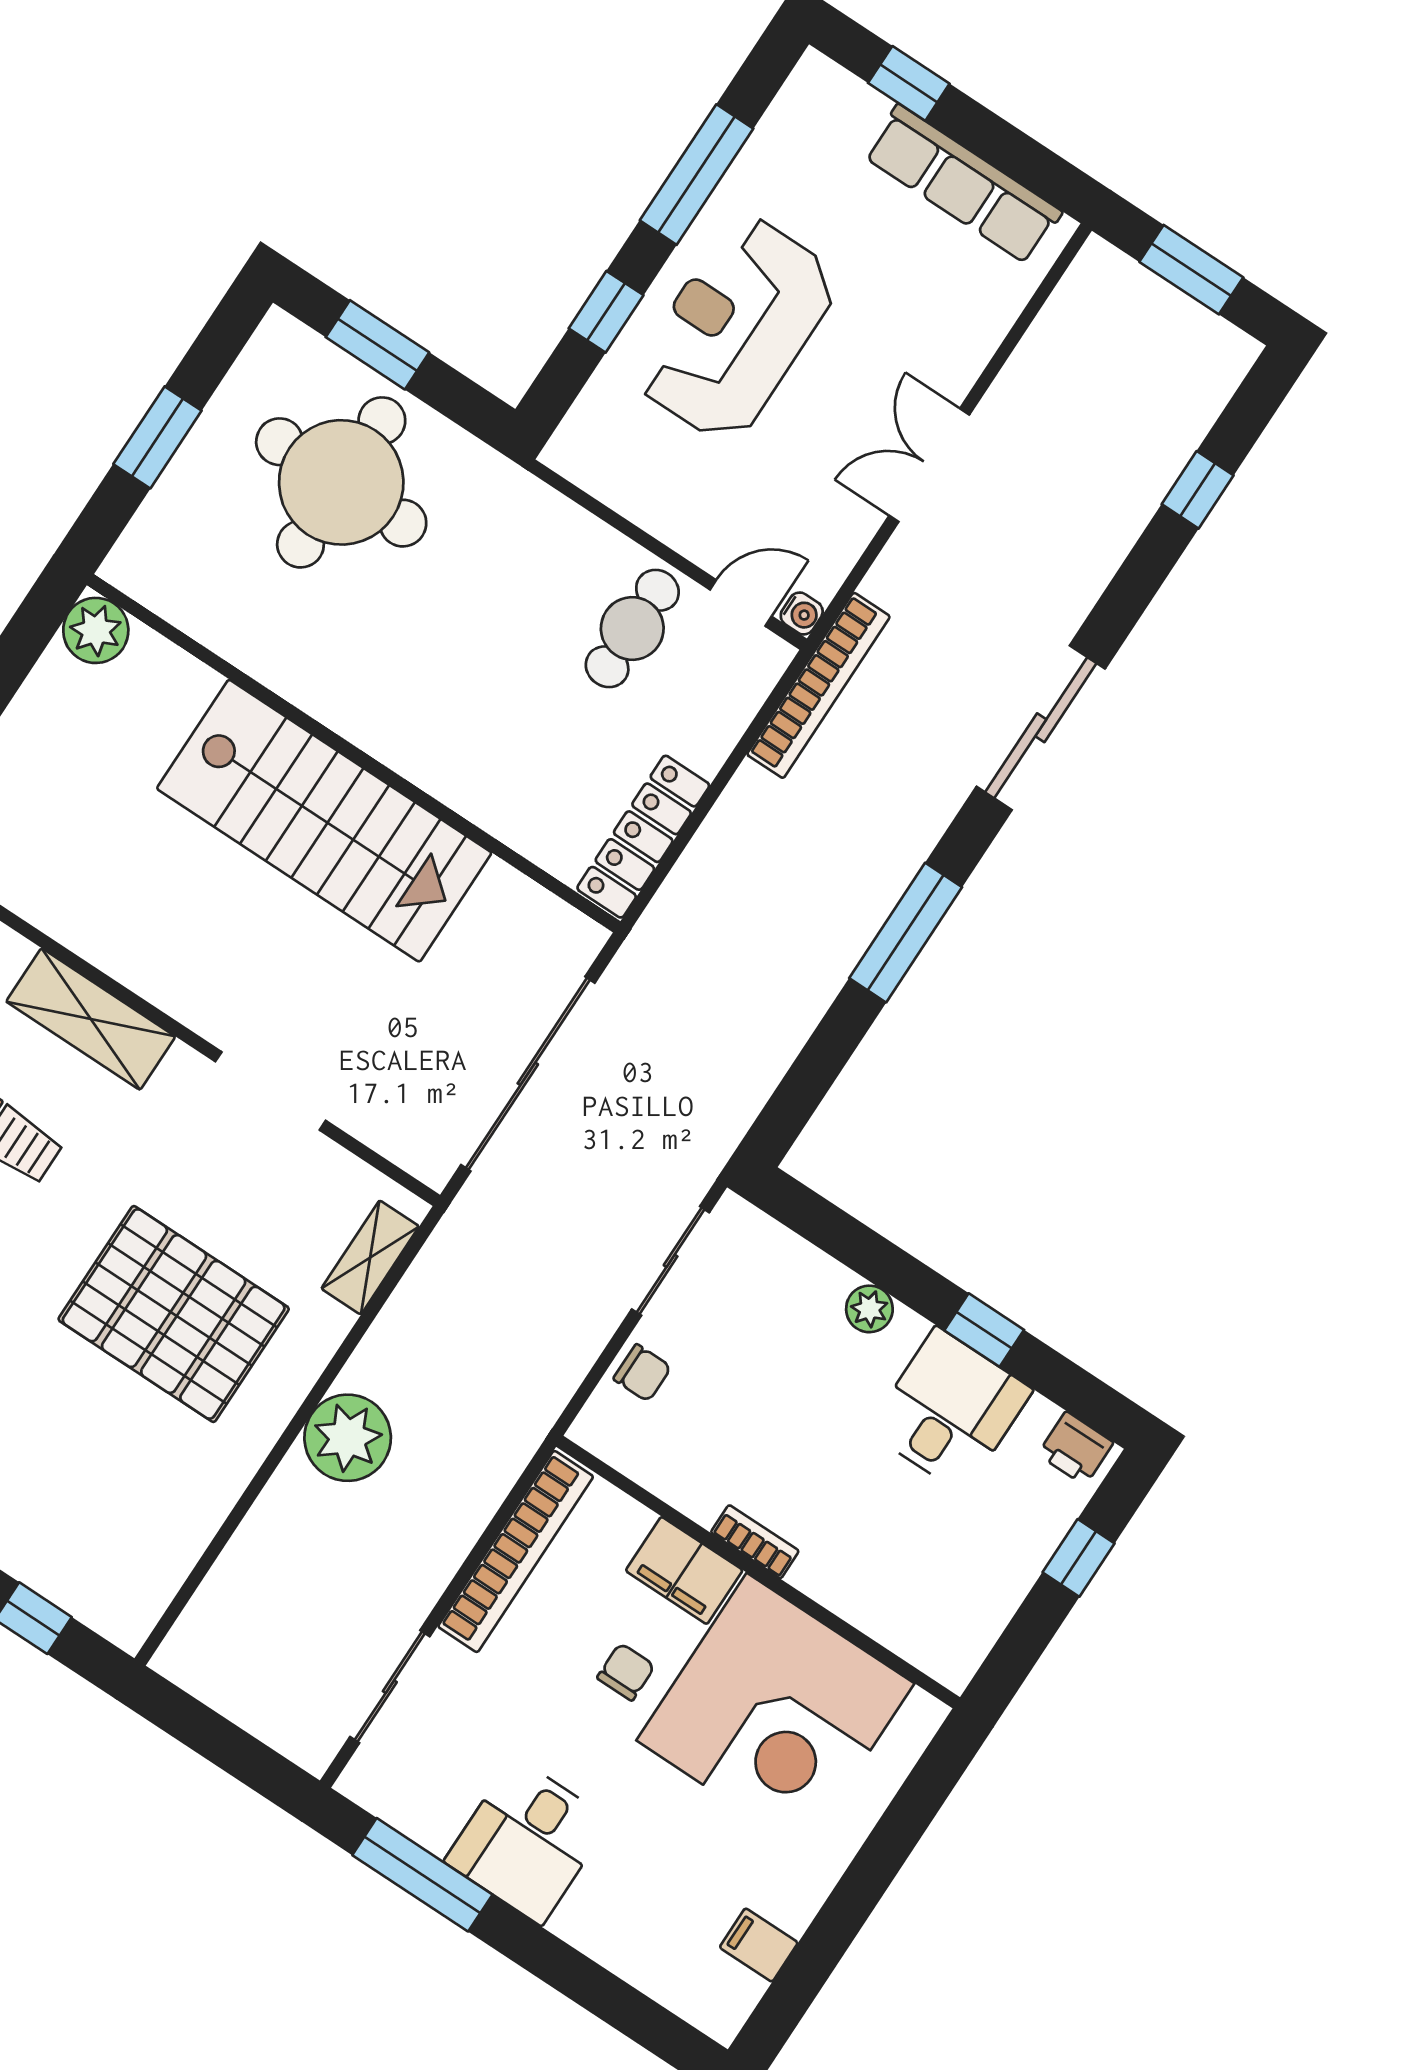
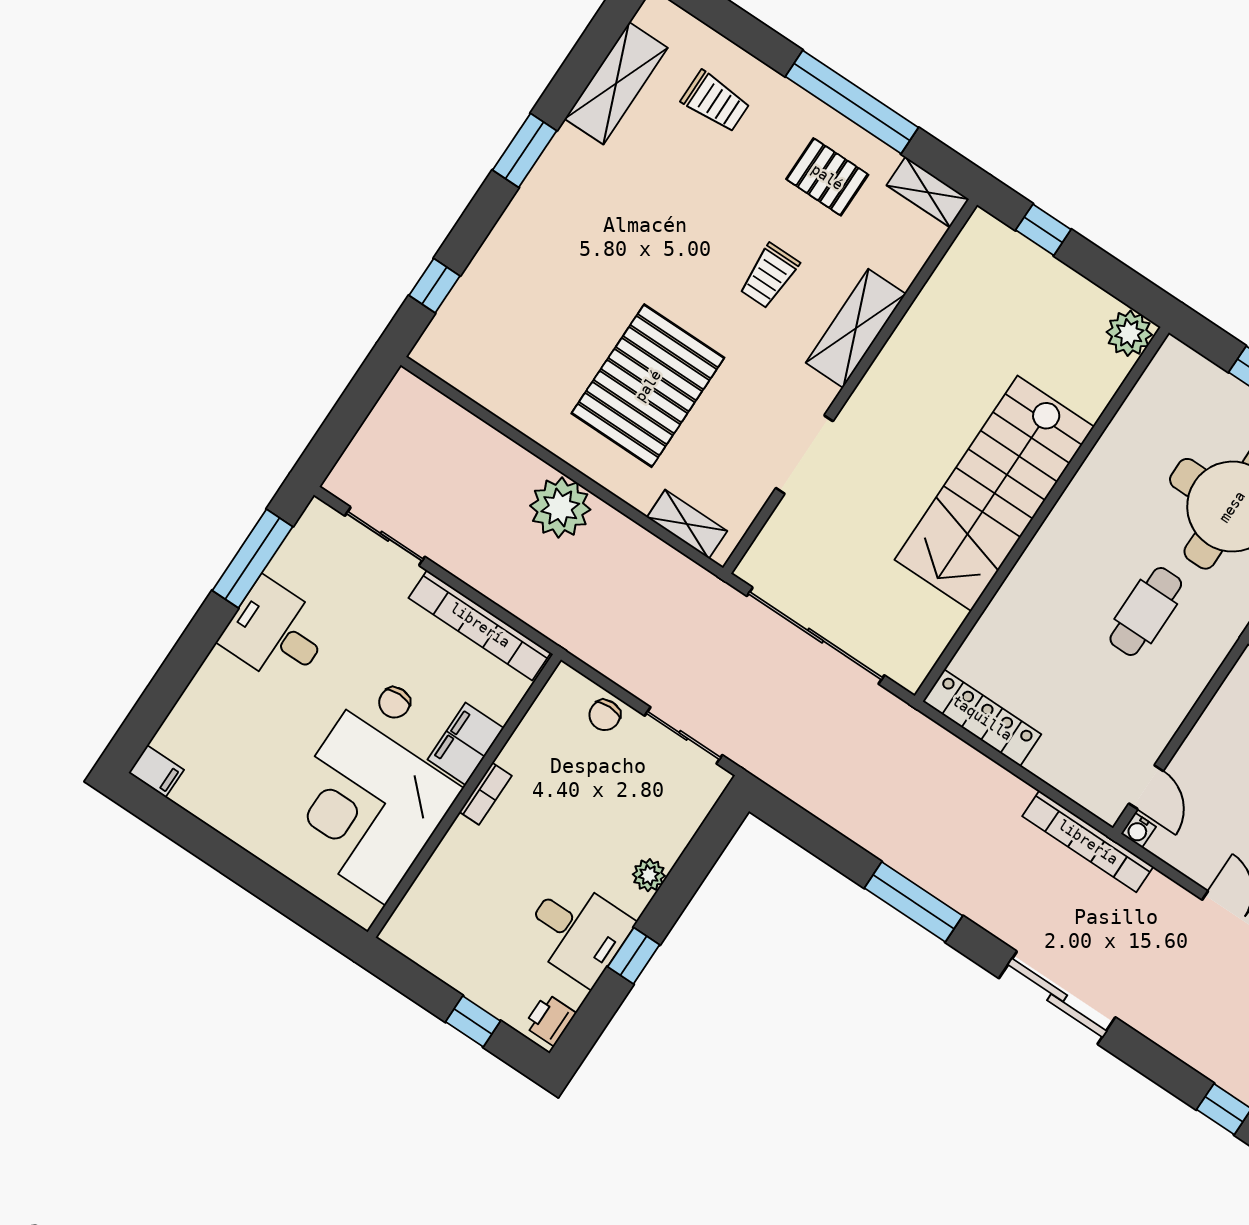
cafe table: (632, 628) -> (1146, 611), moved, turned 90
chair: (626, 1672) -> (394, 703), turned 90
filing cabinet: (759, 1945) -> (156, 771), moved, turned 90

